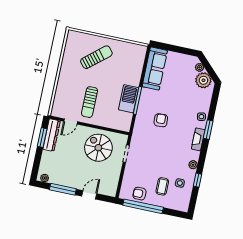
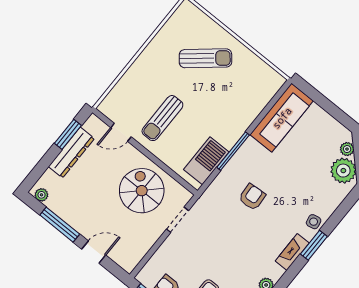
barbecue: (129, 99) -> (206, 161), moved
dresser: (52, 135) -> (71, 153), moved

